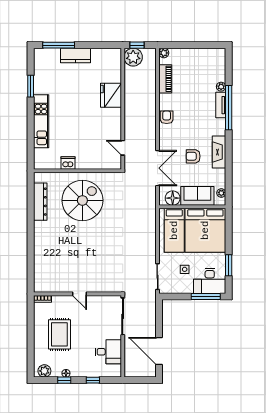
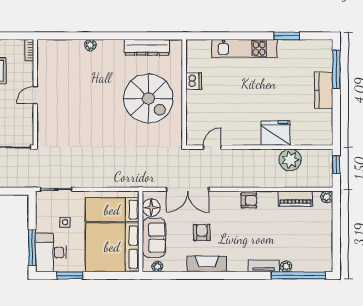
plant: (133, 57) -> (290, 160), moved
window: (229, 108) -> (299, 275), moved
plant: (38, 248) -> (90, 45), added

